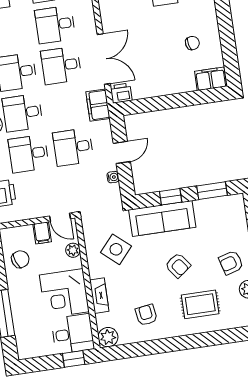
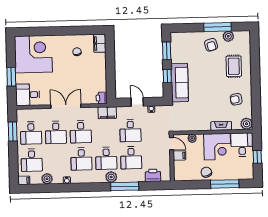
double door: (104, 59) -> (66, 106), moved
door: (60, 217) -> (171, 144), hinge flipped
side table: (116, 249) -> (195, 113), removed
chair: (20, 259) -> (206, 172), moved
armchair: (178, 265) -> (209, 77), removed
window: (74, 359) -> (257, 157), moved

